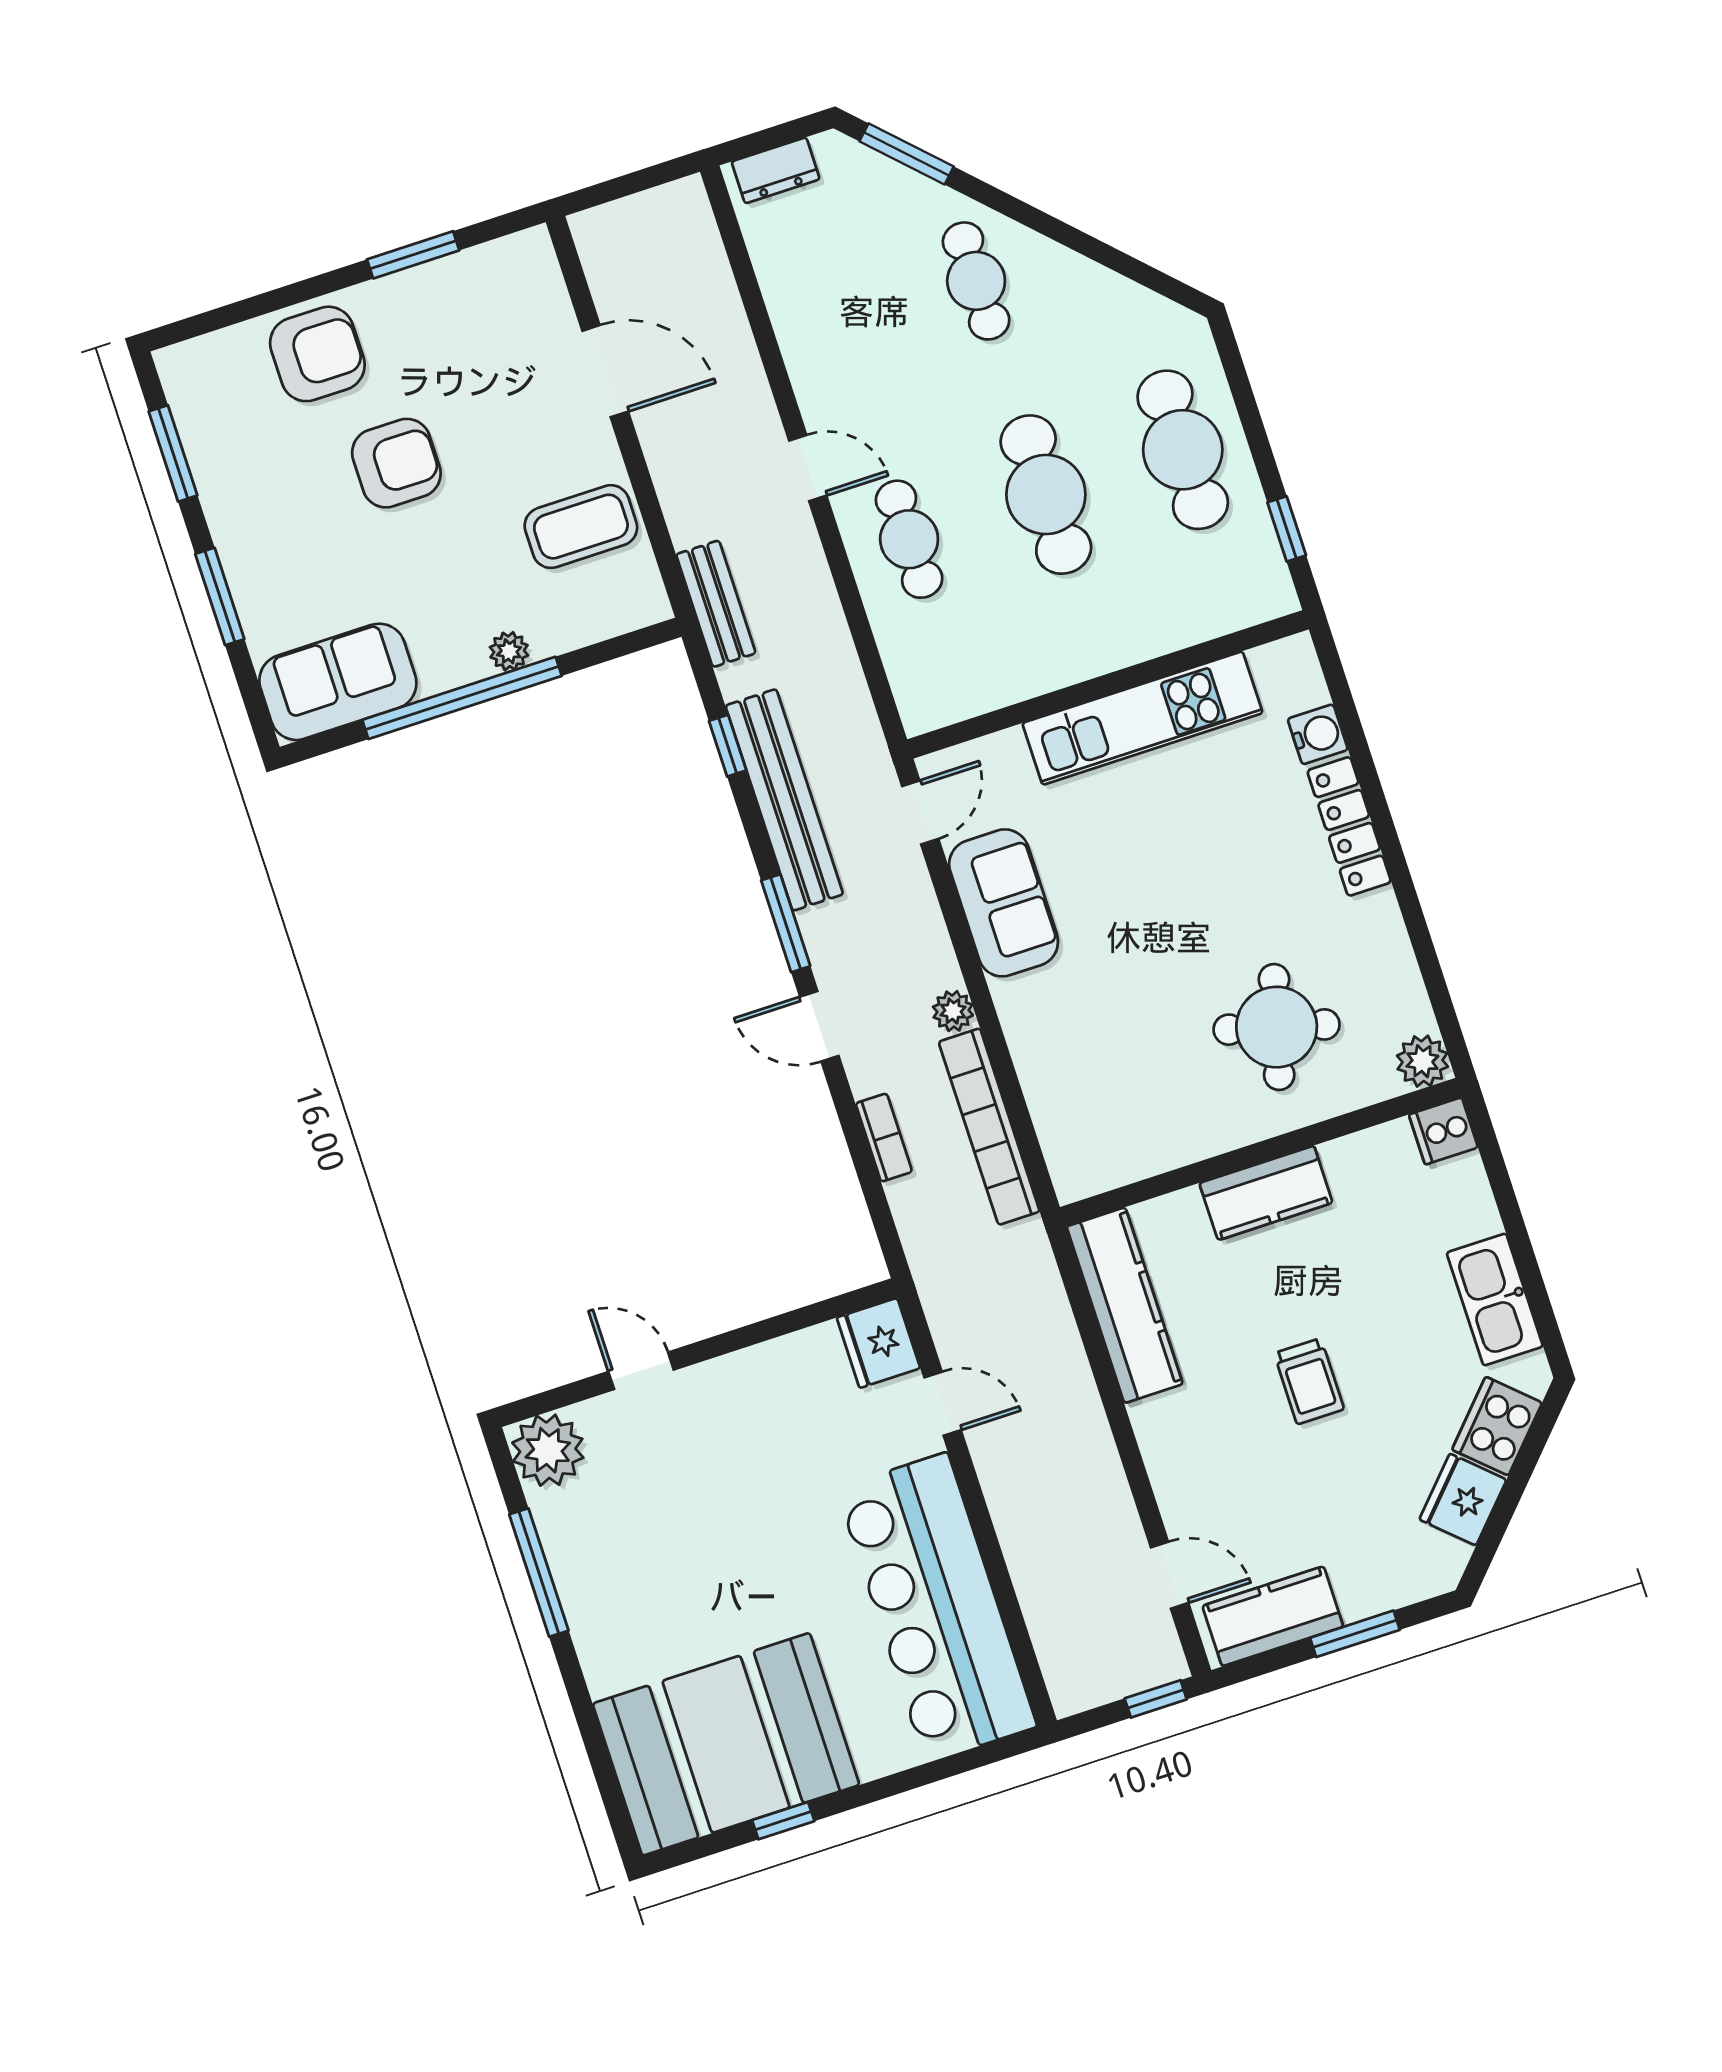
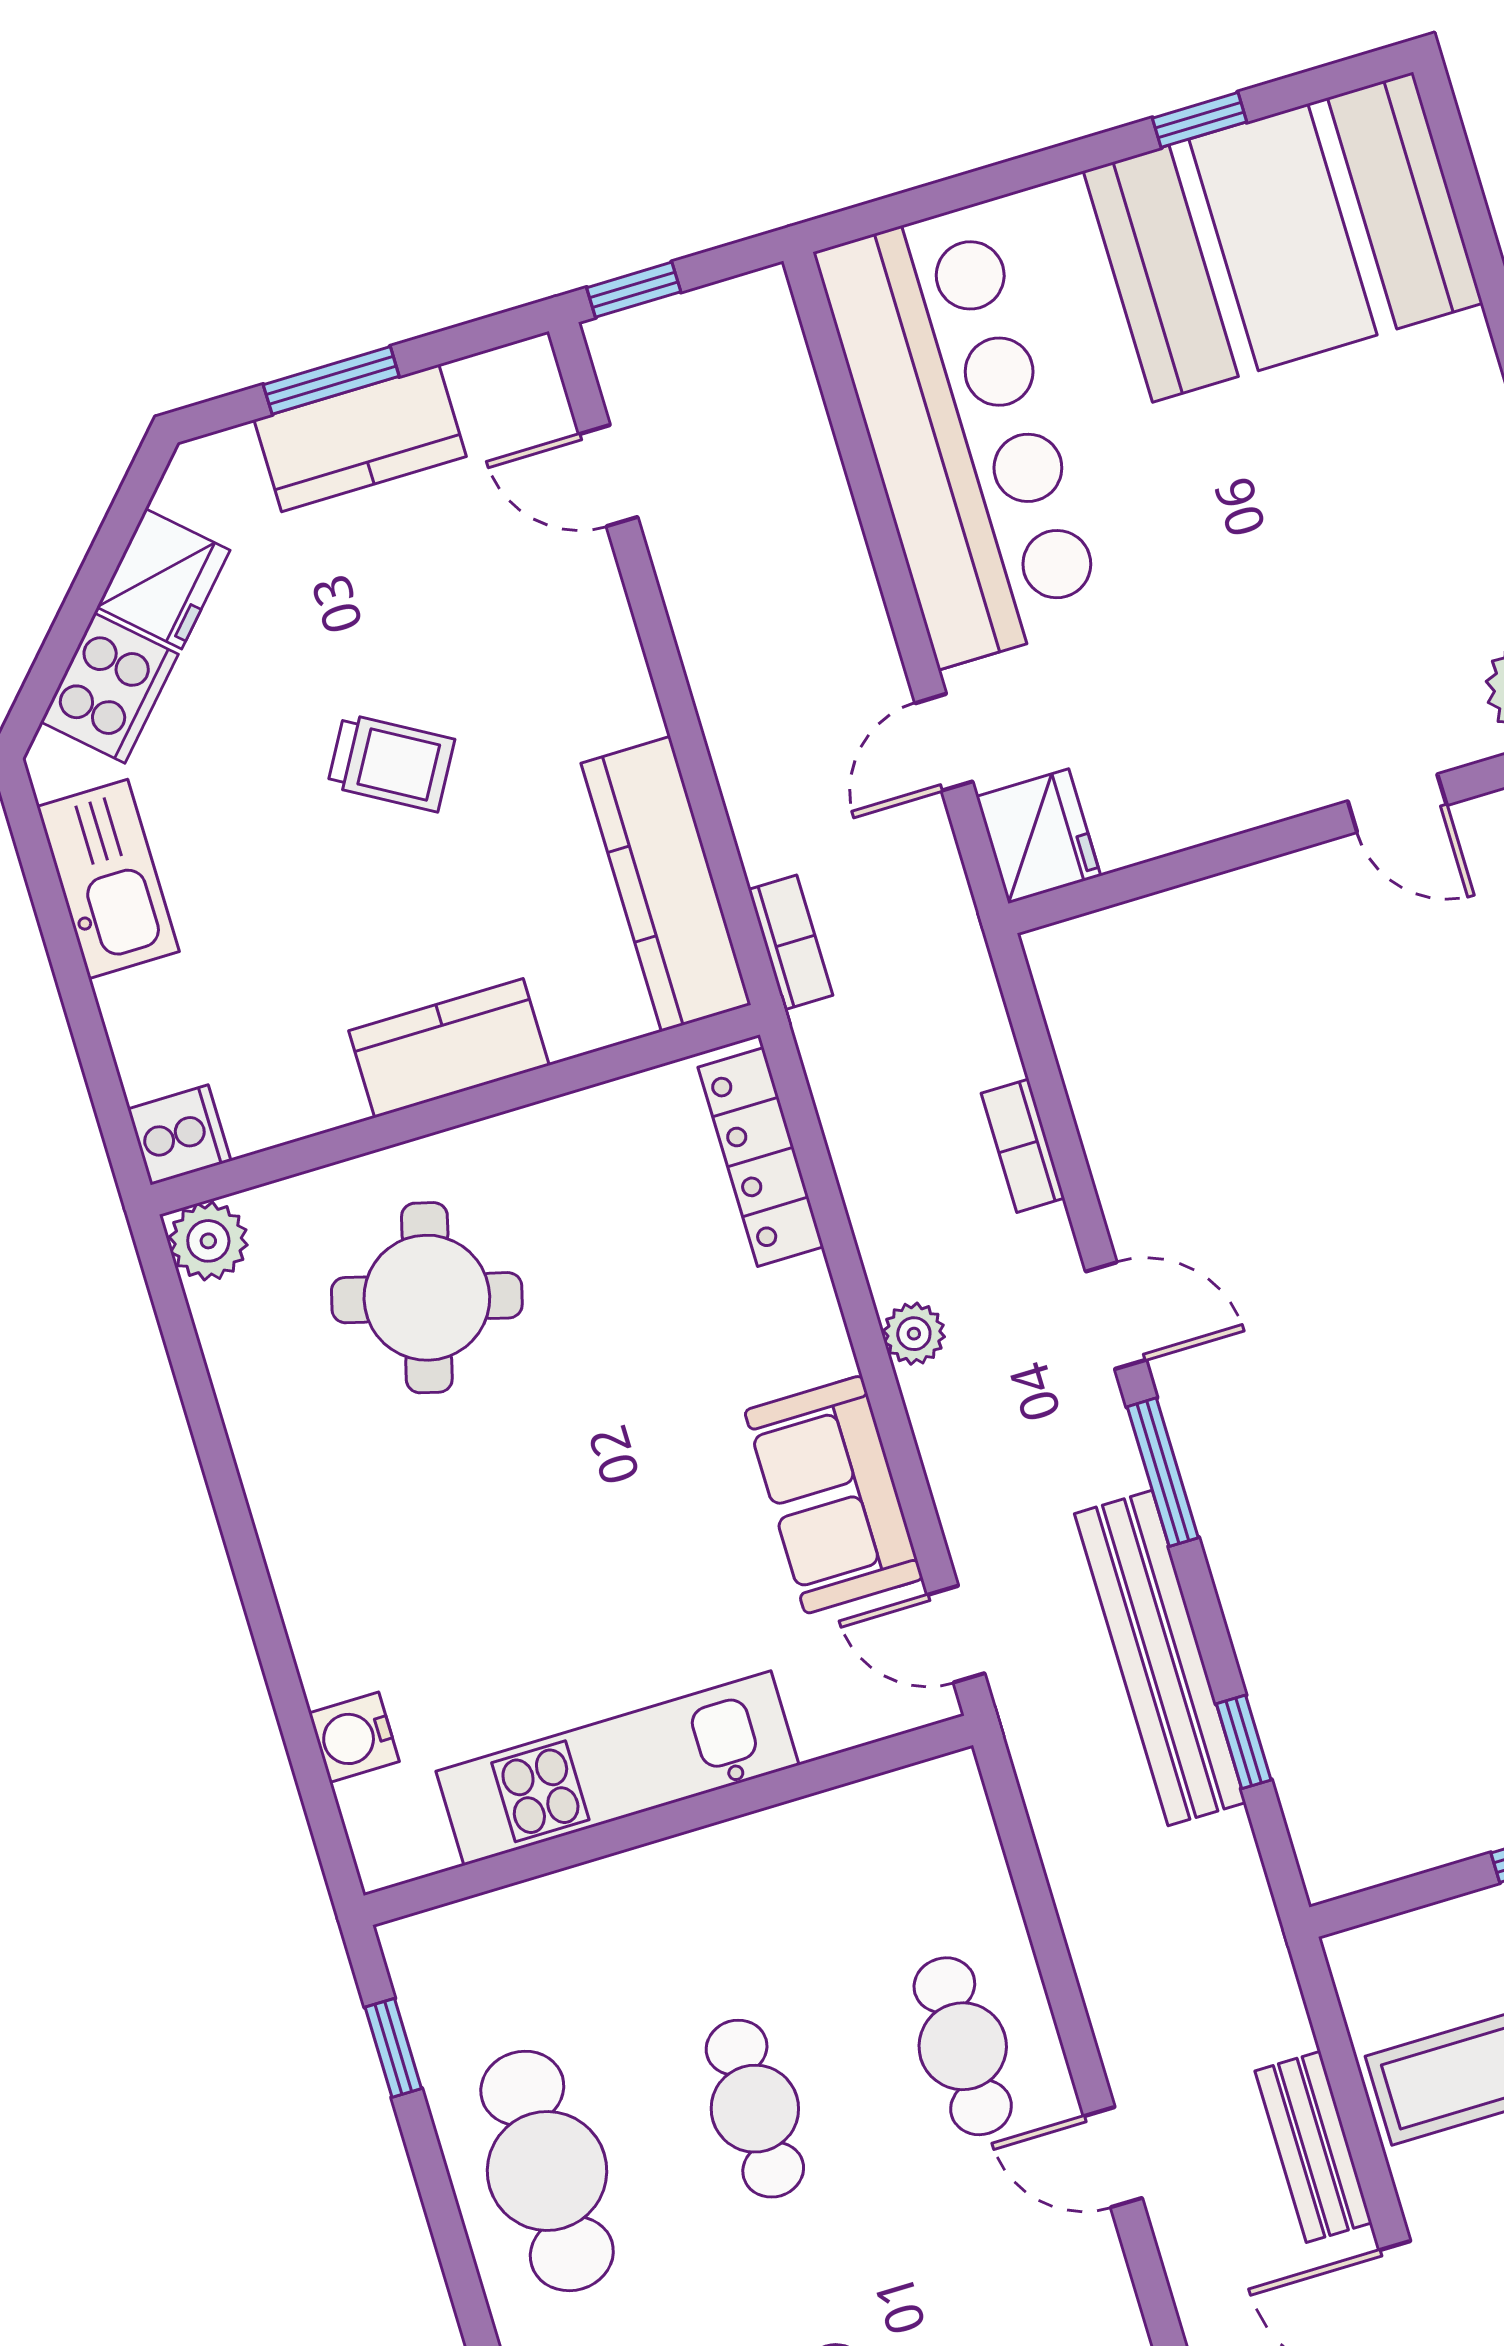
cafe table: (1046, 495) -> (755, 2109), width x0.73, depth x0.74
bench: (716, 604) -> (1313, 2147), moved
door: (920, 812) -> (956, 1634), hinge flipped
locker: (1349, 826) -> (761, 1157), moved, turned 180
bookcase: (989, 1127) -> (791, 942), moved, width x0.43, depth x0.76
trolley: (1309, 1381) -> (391, 763), turned 120
door: (943, 1404) -> (944, 742), hinge flipped
kitchen counter: (1273, 1616) -> (360, 438), moved

